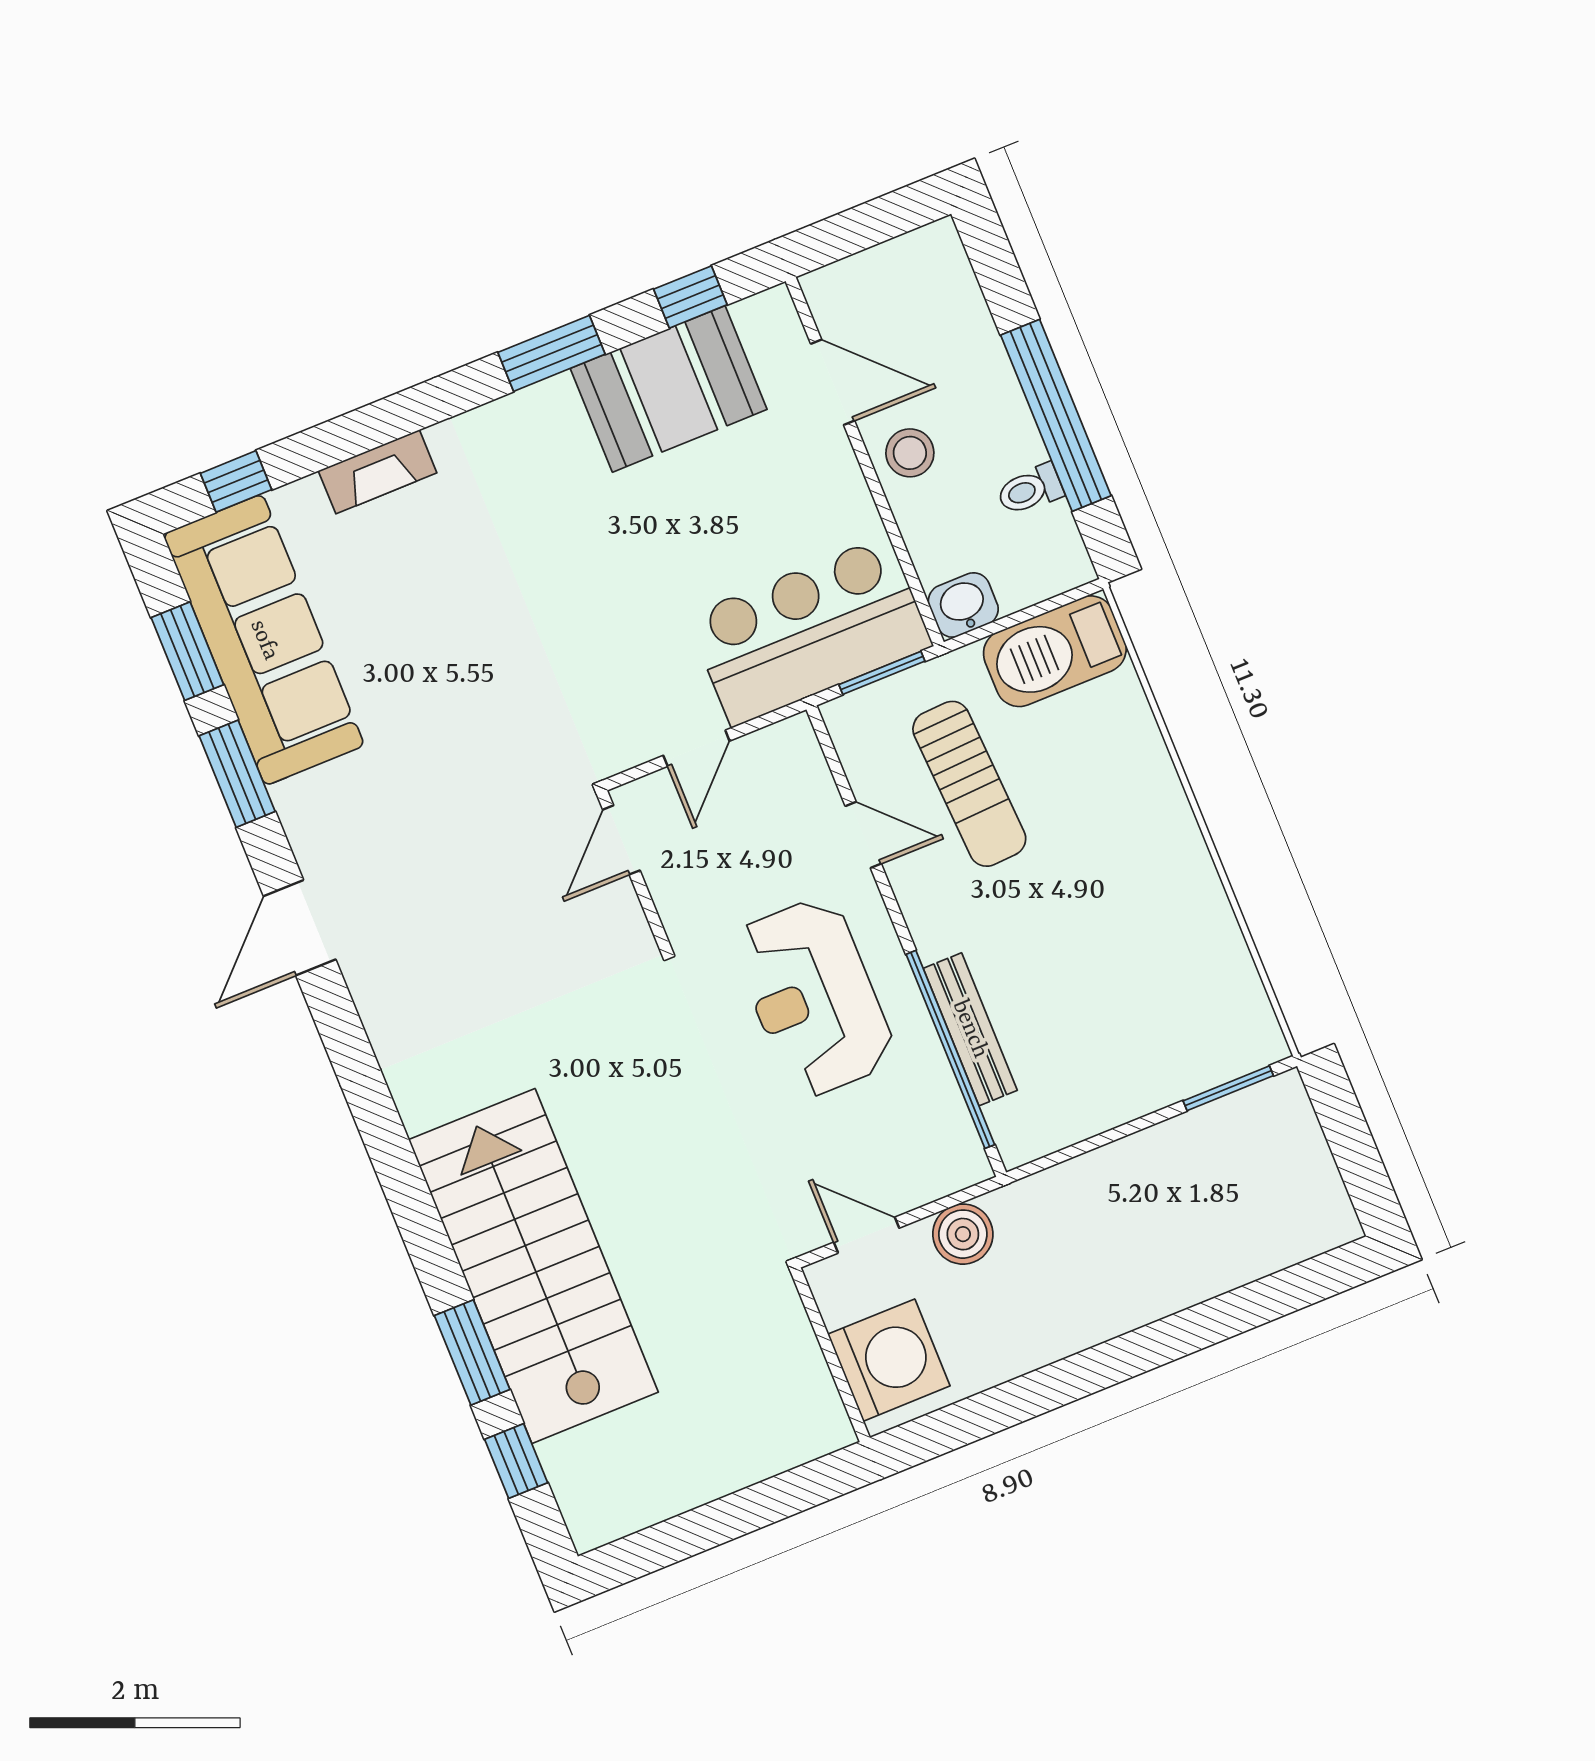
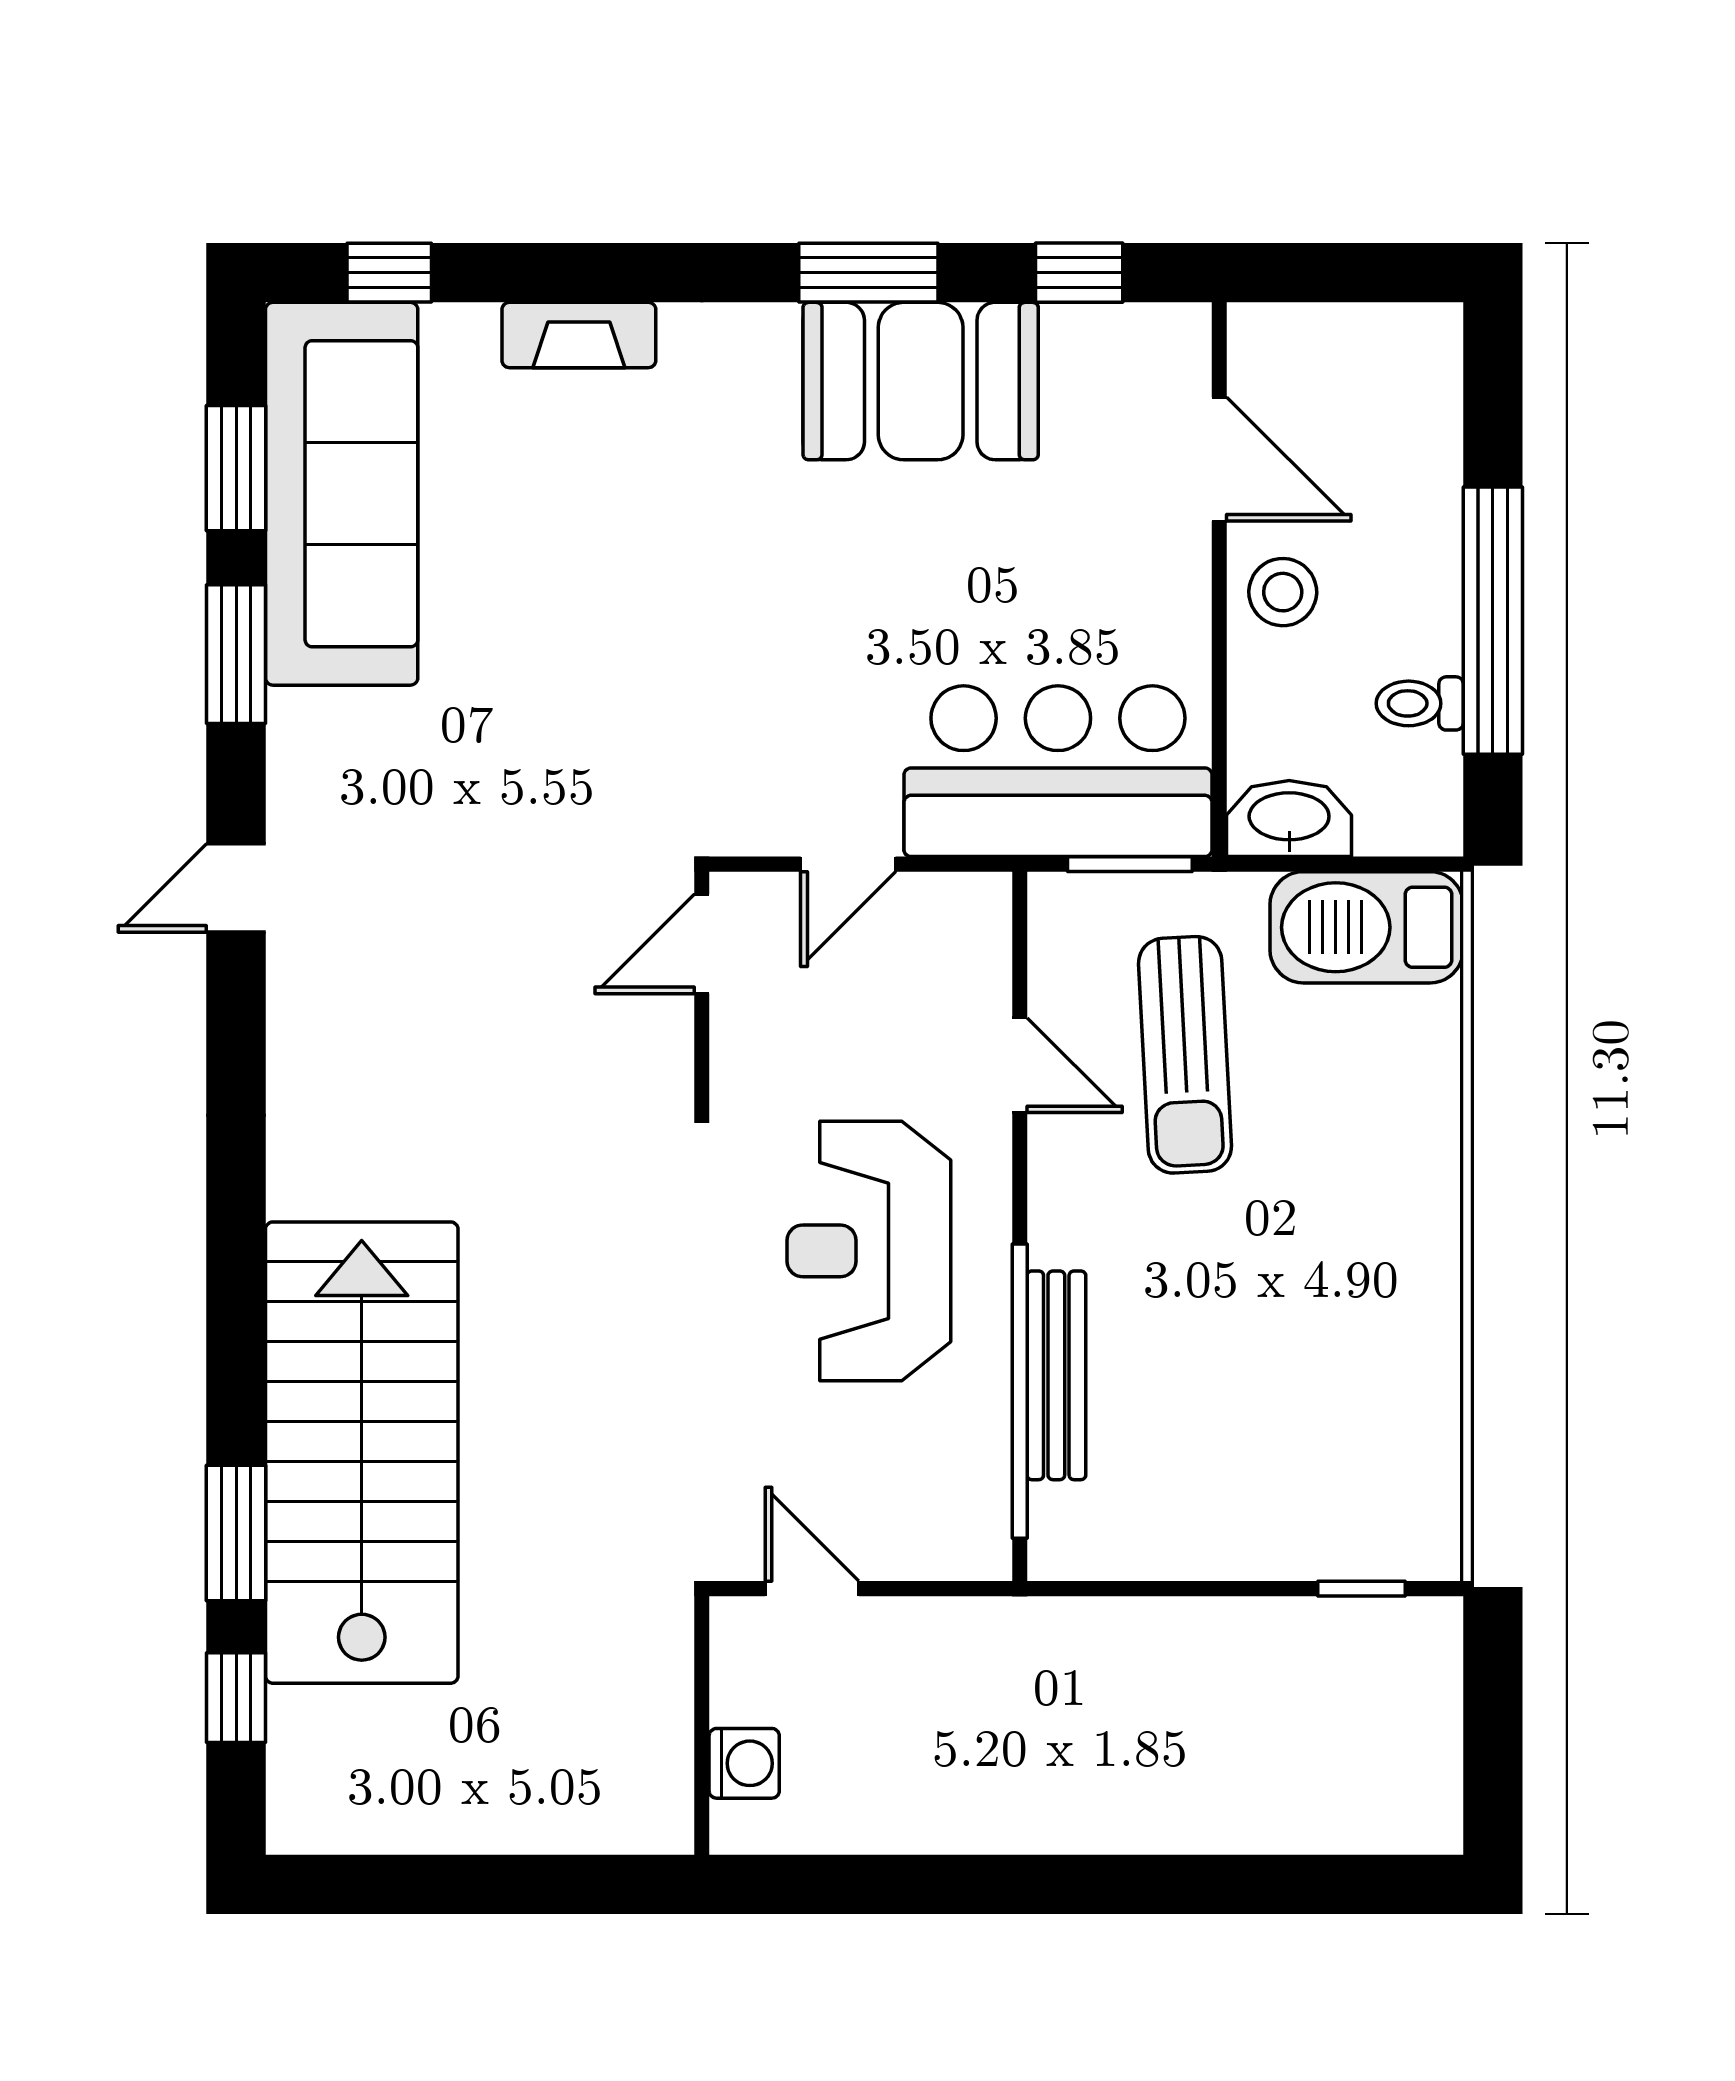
booth: (669, 389) -> (921, 381), moved
washbasin: (963, 605) -> (1289, 819), width x1.38
door: (300, 928) -> (236, 888), width x0.73
window: (1228, 1088) -> (1361, 1589), width x0.67
boiler: (963, 1234) -> (938, 1638), removed
washing machine: (889, 1360) -> (744, 1763), width x0.53, depth x0.53

